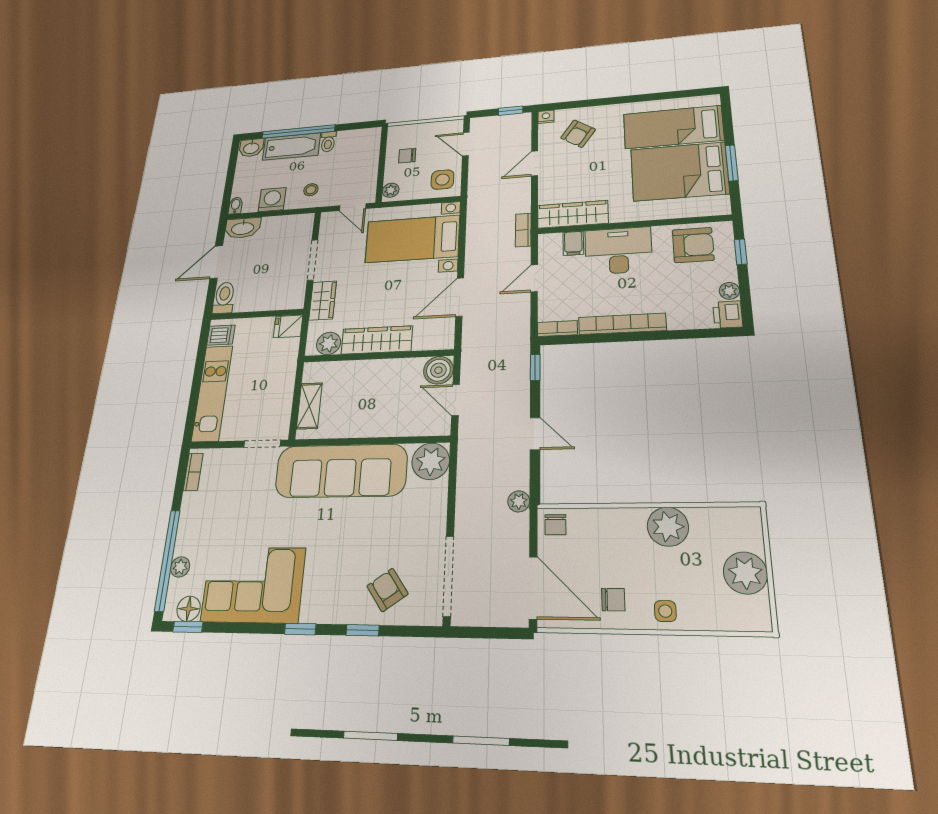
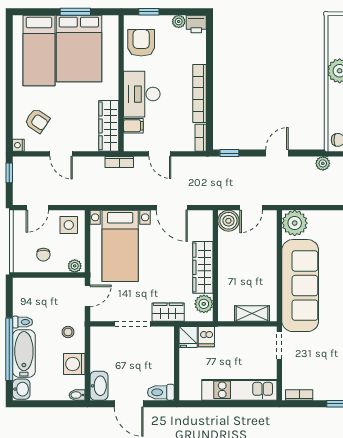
dishwasher: (221, 335) -> (206, 337), moved, turned 180

